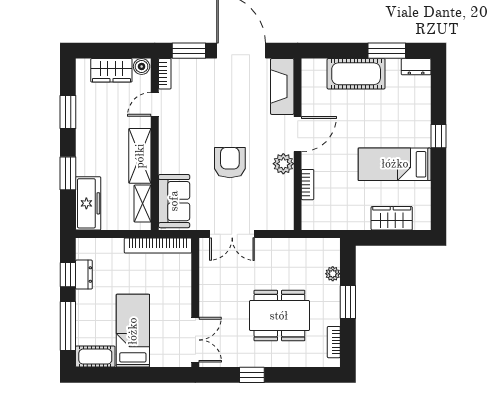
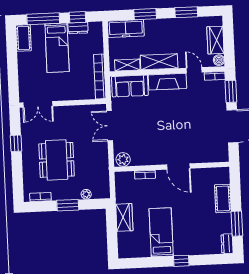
cot: (356, 74) -> (223, 198), width x0.73, depth x0.75
fireplace: (282, 86) -> (167, 82), moved, turned 180
armchair: (230, 163) -> (157, 122), removed
plant: (283, 164) -> (123, 159), moved
wardrobe: (392, 218) -> (124, 217), moved
bed: (133, 331) -> (57, 48), moved, turned 90

